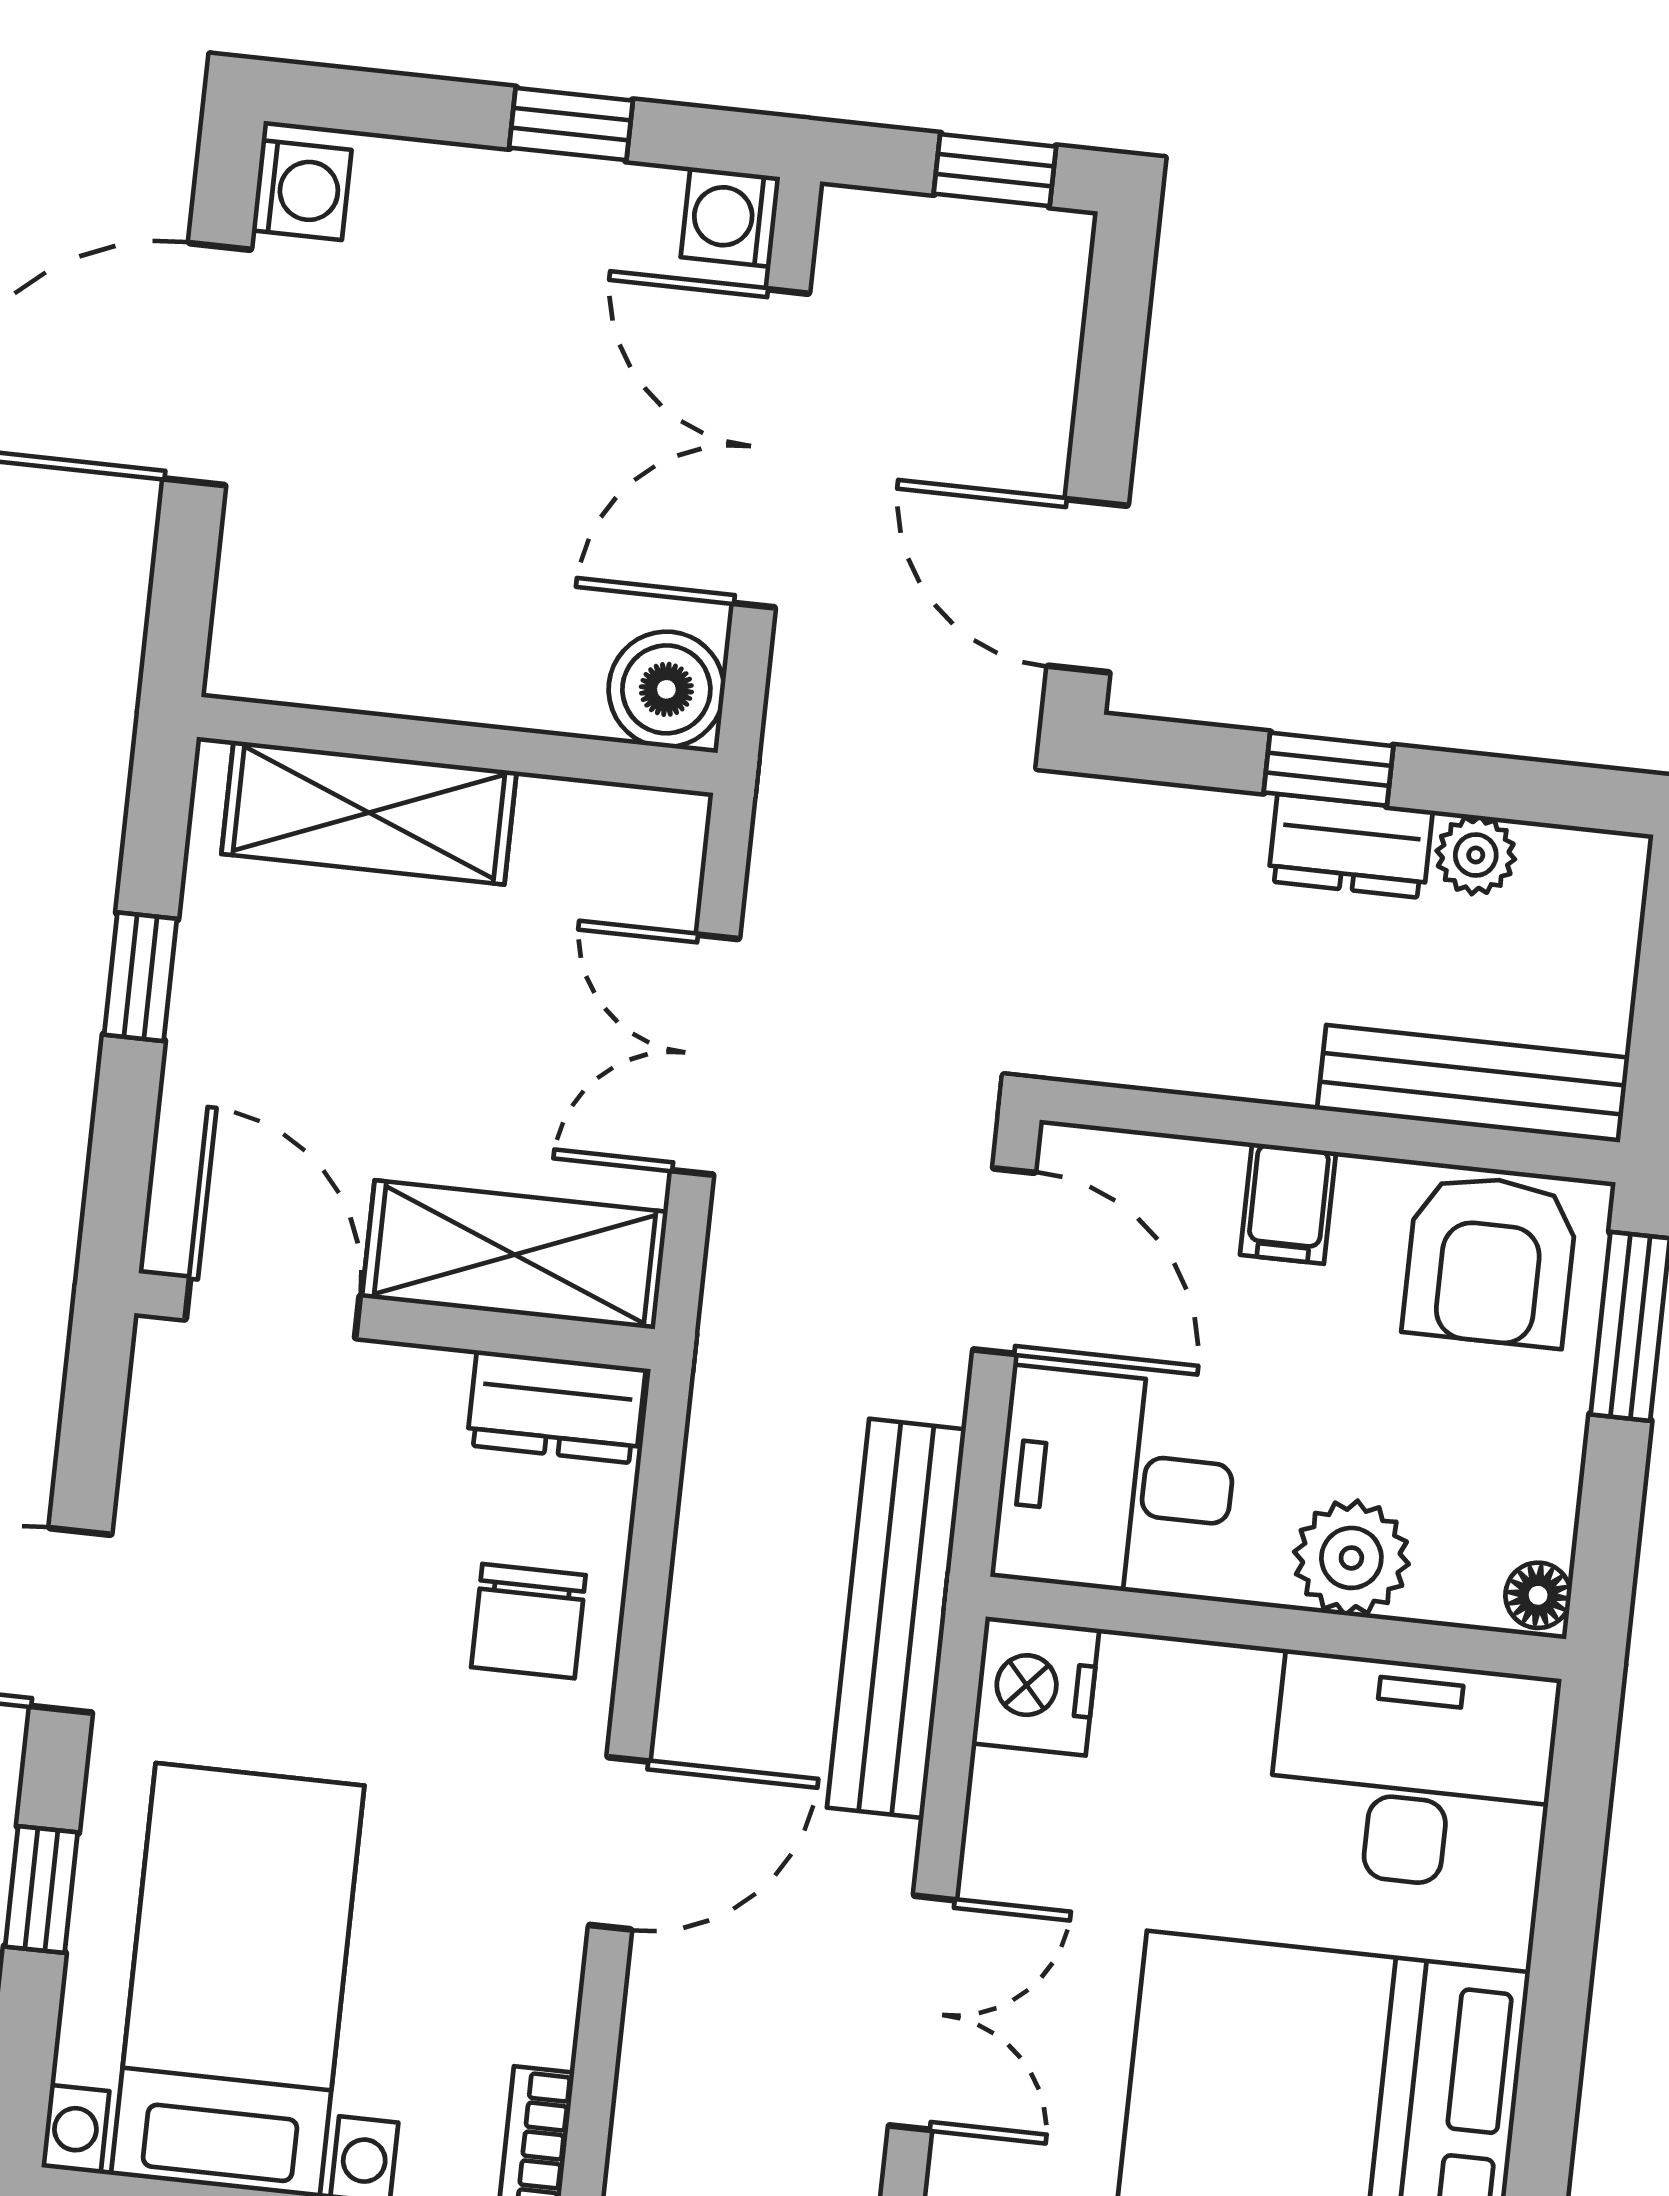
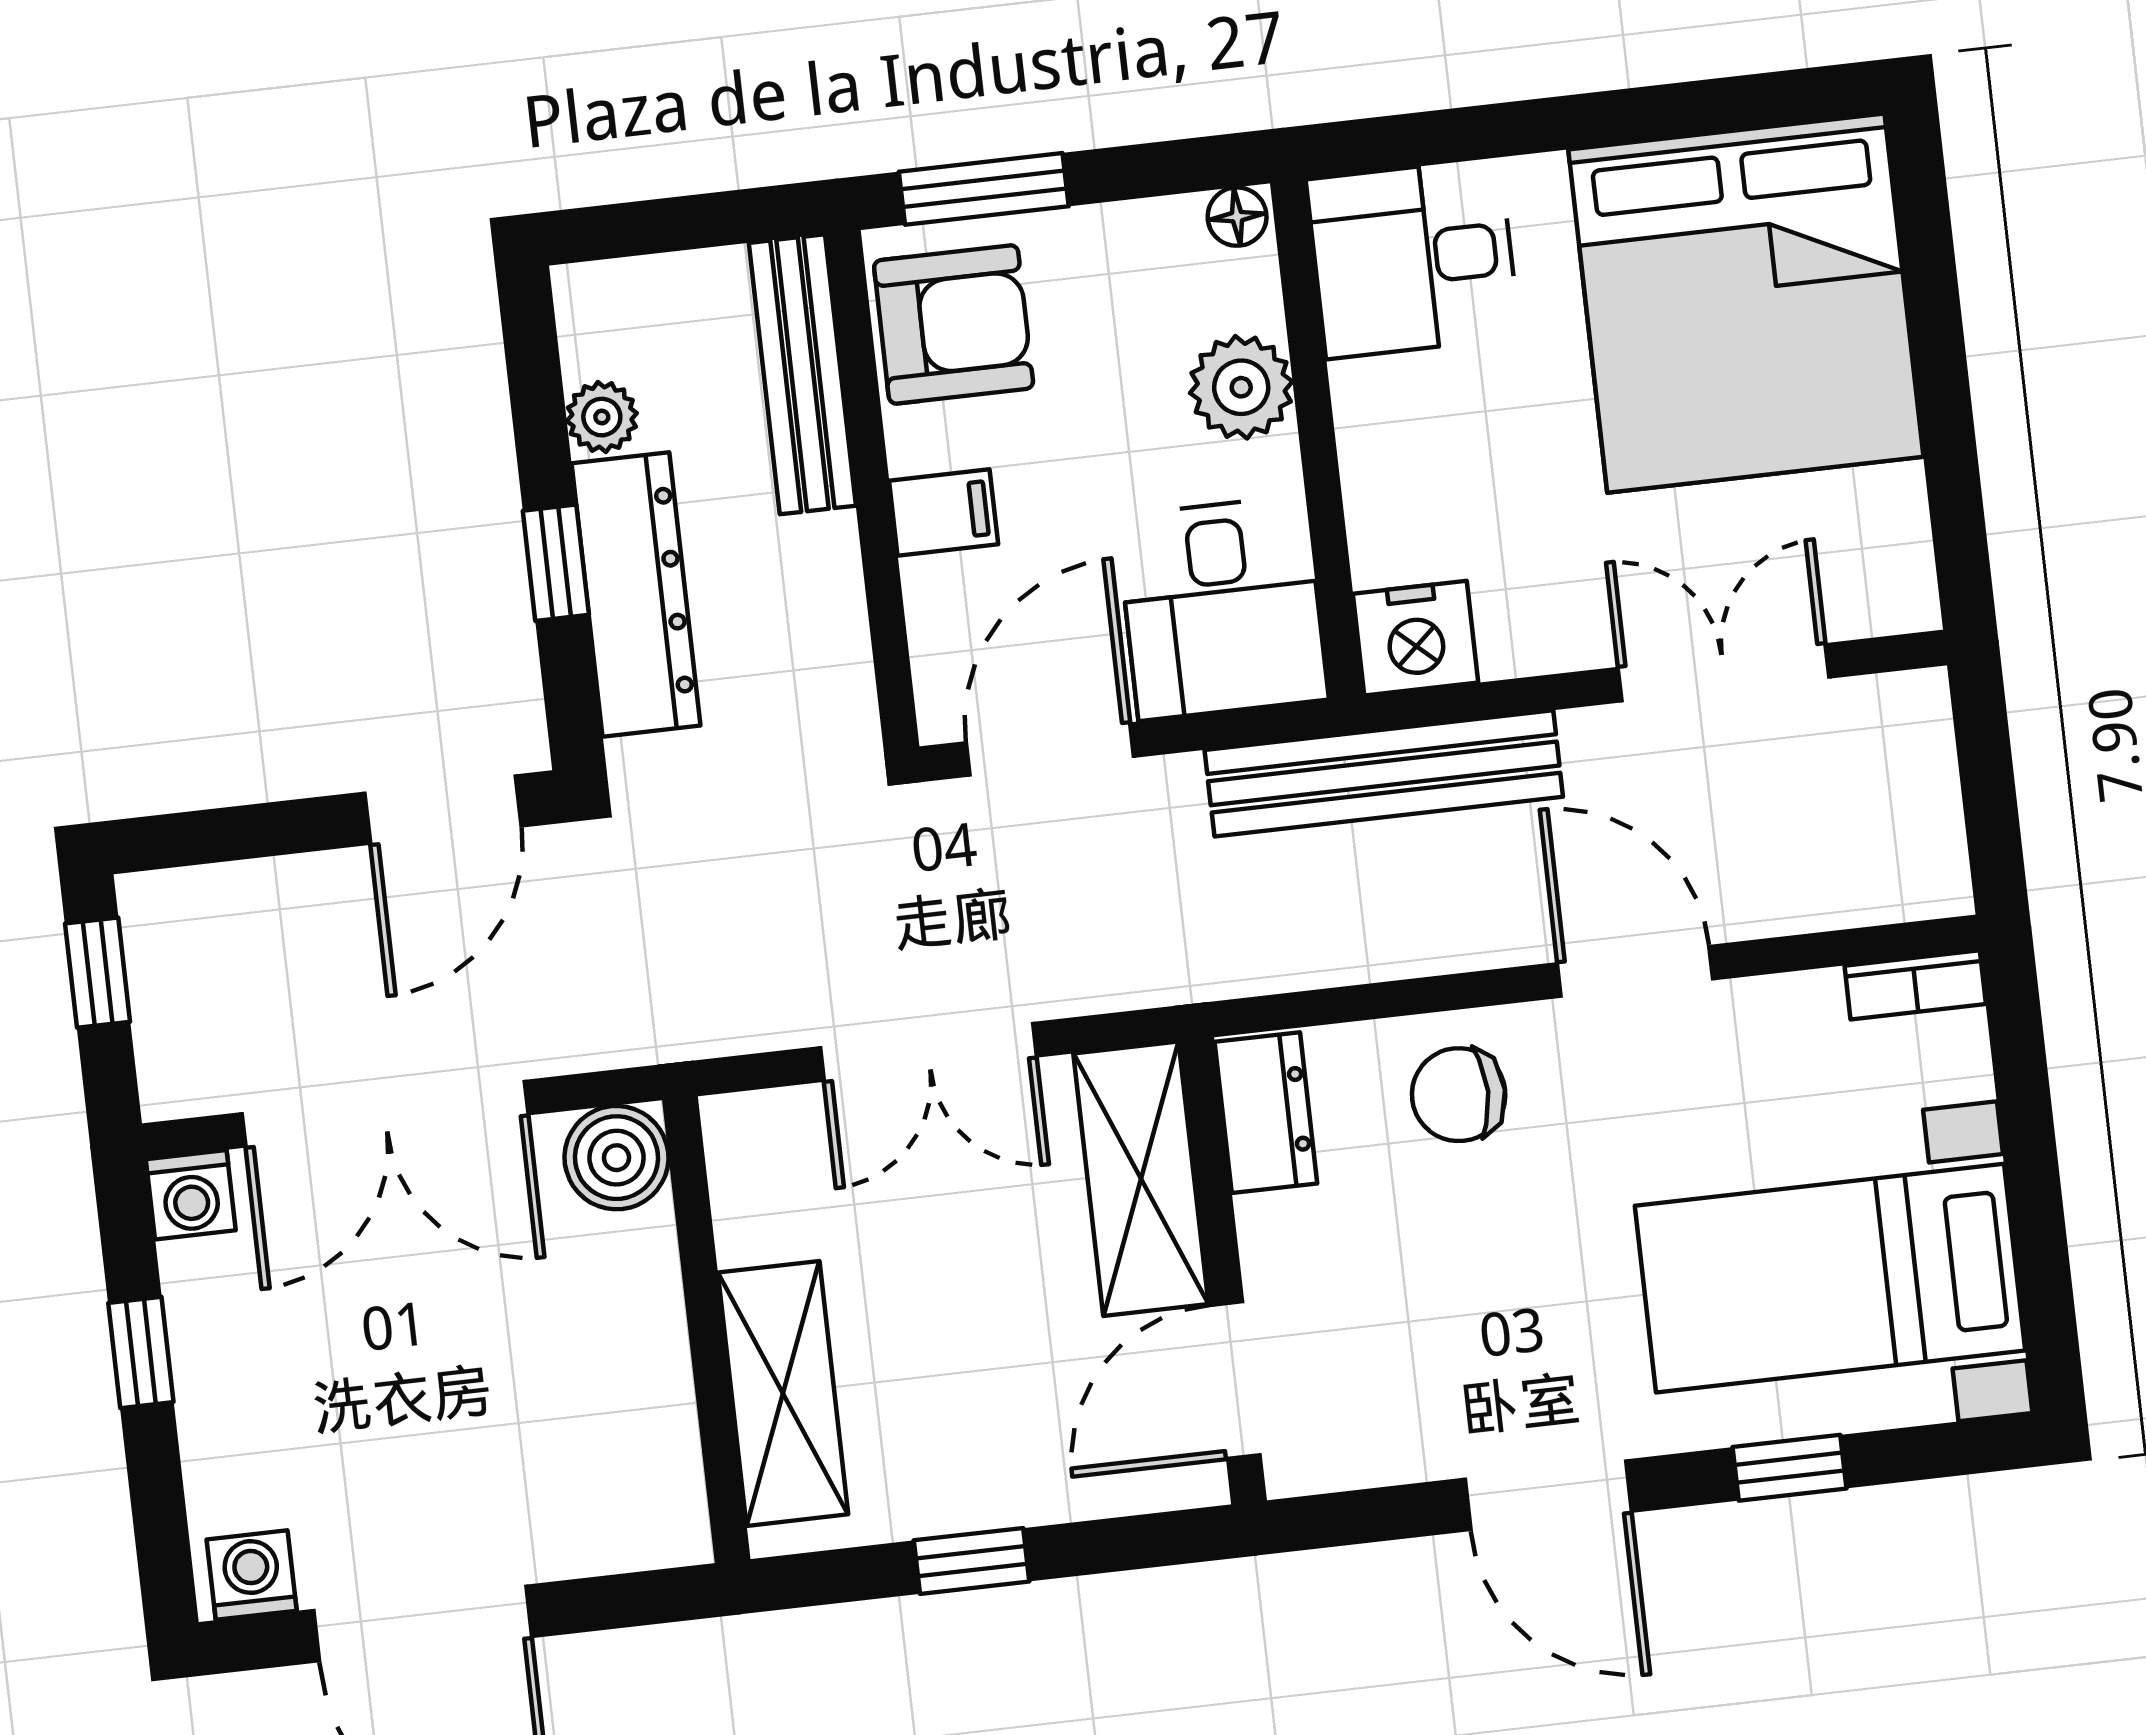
dresser: (1350, 846) -> (636, 594), width x1.96, depth x1.24
chair: (528, 1621) -> (1459, 1095), turned 180
desk: (1412, 1772) -> (1413, 258), width x0.73

